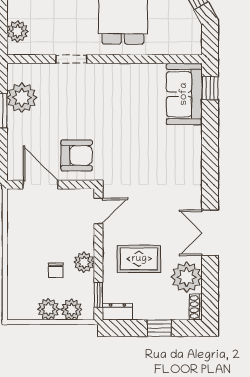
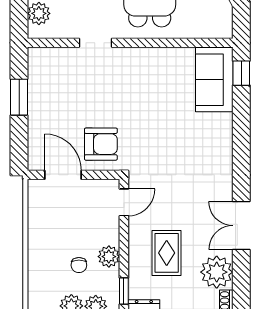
plant: (22, 98) -> (43, 83), removed
rug: (139, 259) -> (167, 253), turned 90

